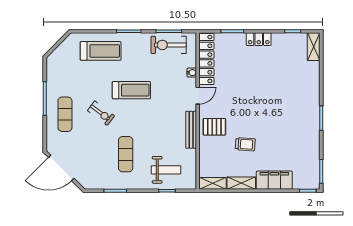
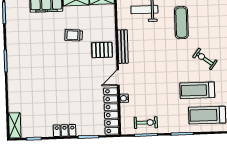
exercise bike: (169, 45) -> (146, 123), width x0.73, depth x0.72
treadmill: (131, 90) -> (197, 90), moved

